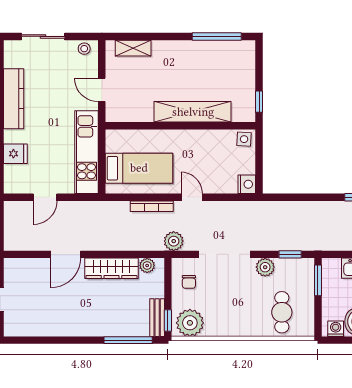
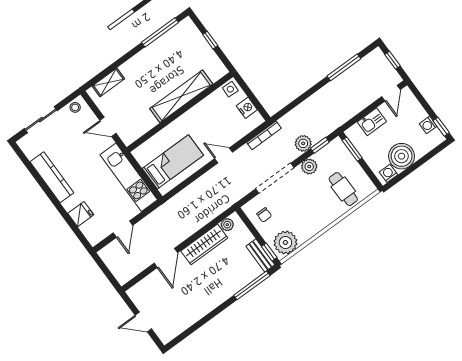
window: (259, 102) -> (210, 40), moved
nightstand: (247, 184) -> (247, 108), moved
bookcase: (152, 206) -> (264, 135), moved
plant: (174, 241) -> (303, 143), moved

